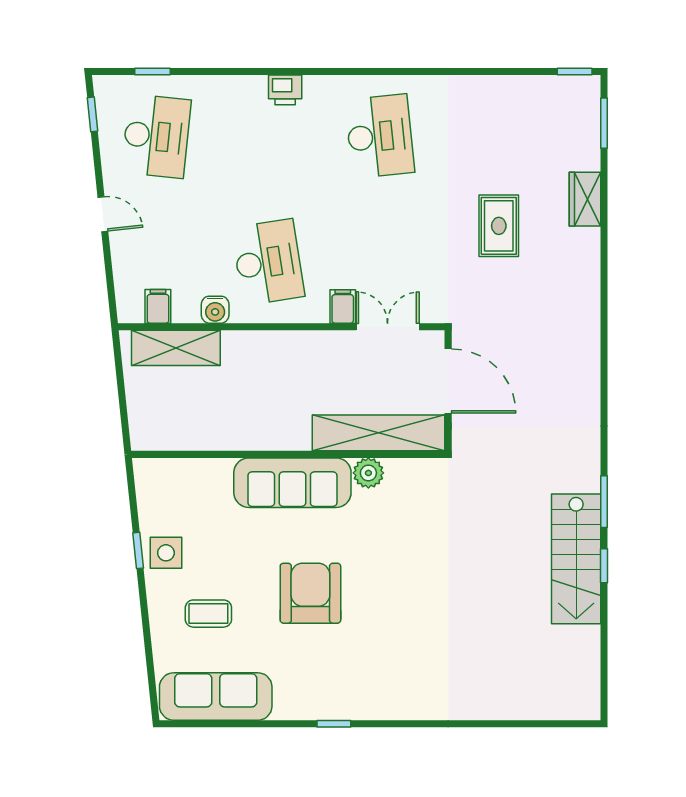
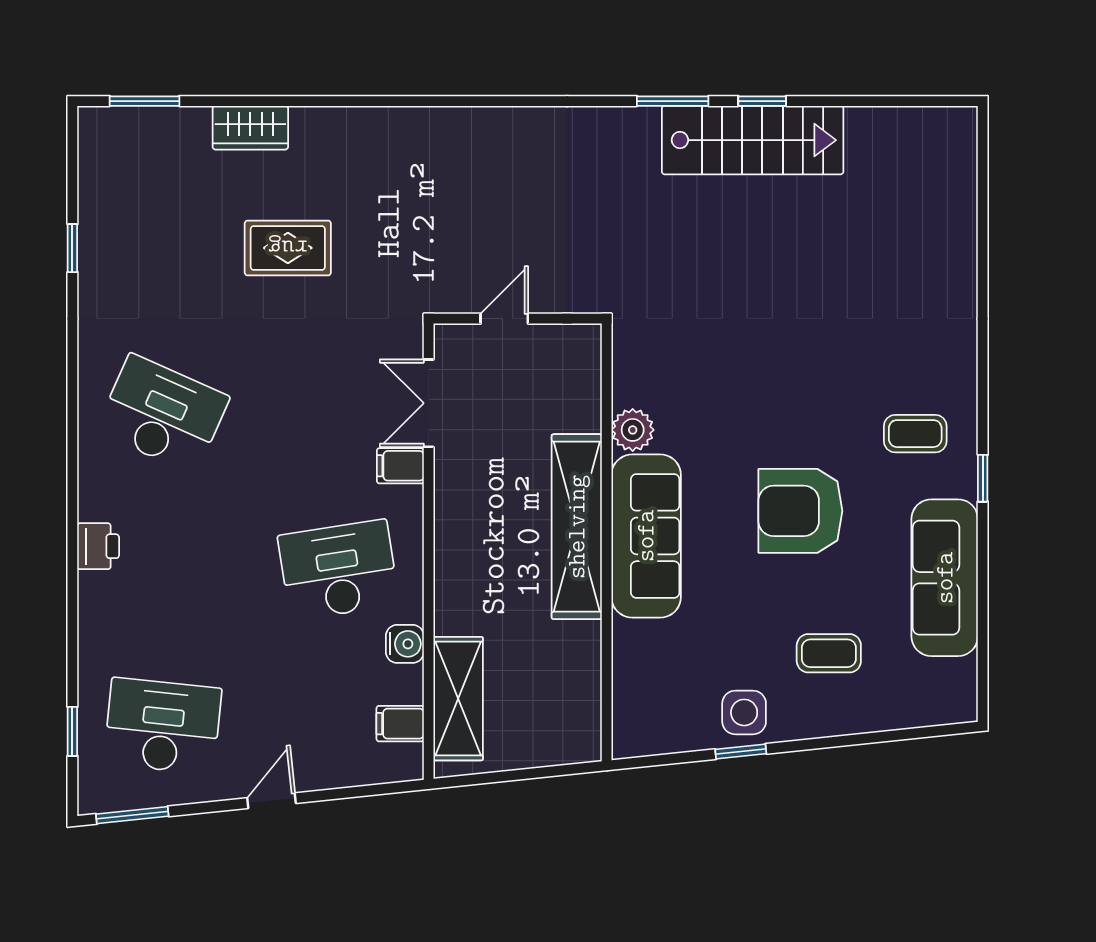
window: (575, 72) -> (72, 248), moved
window: (92, 114) -> (132, 815), width x1.50
desk: (380, 136) -> (163, 414), turned 30
door: (448, 381) -> (504, 319), width x0.53
shelving: (379, 433) -> (577, 527), moved
coffee table: (208, 614) -> (829, 653), turned 90
coffee table: (366, 675) -> (915, 434), added
sofa: (216, 697) -> (945, 578), moved

